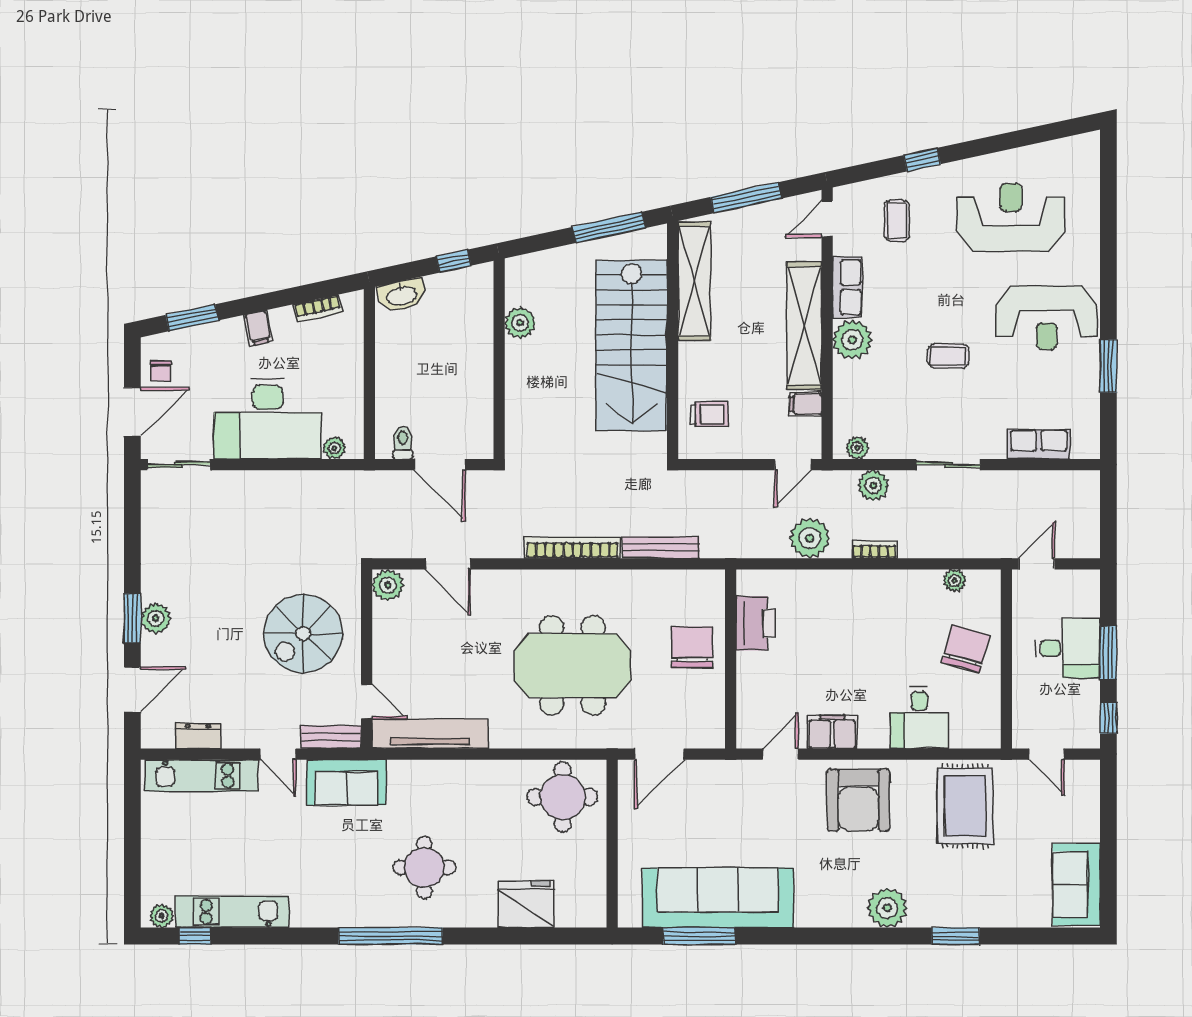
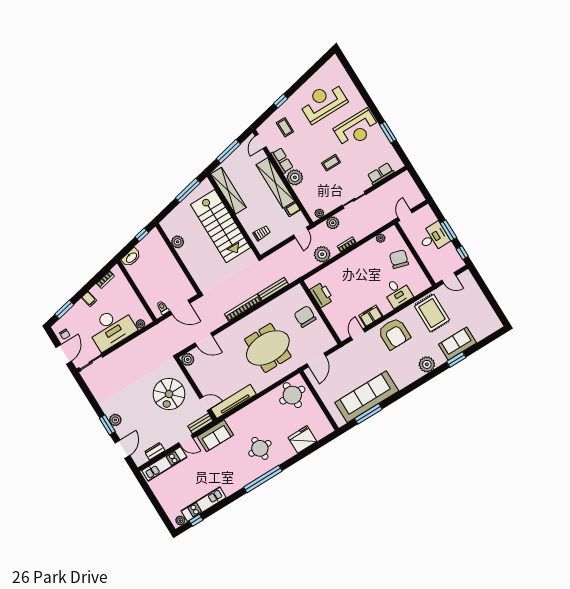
sofa: (1076, 885) -> (458, 344), moved, turned 90

